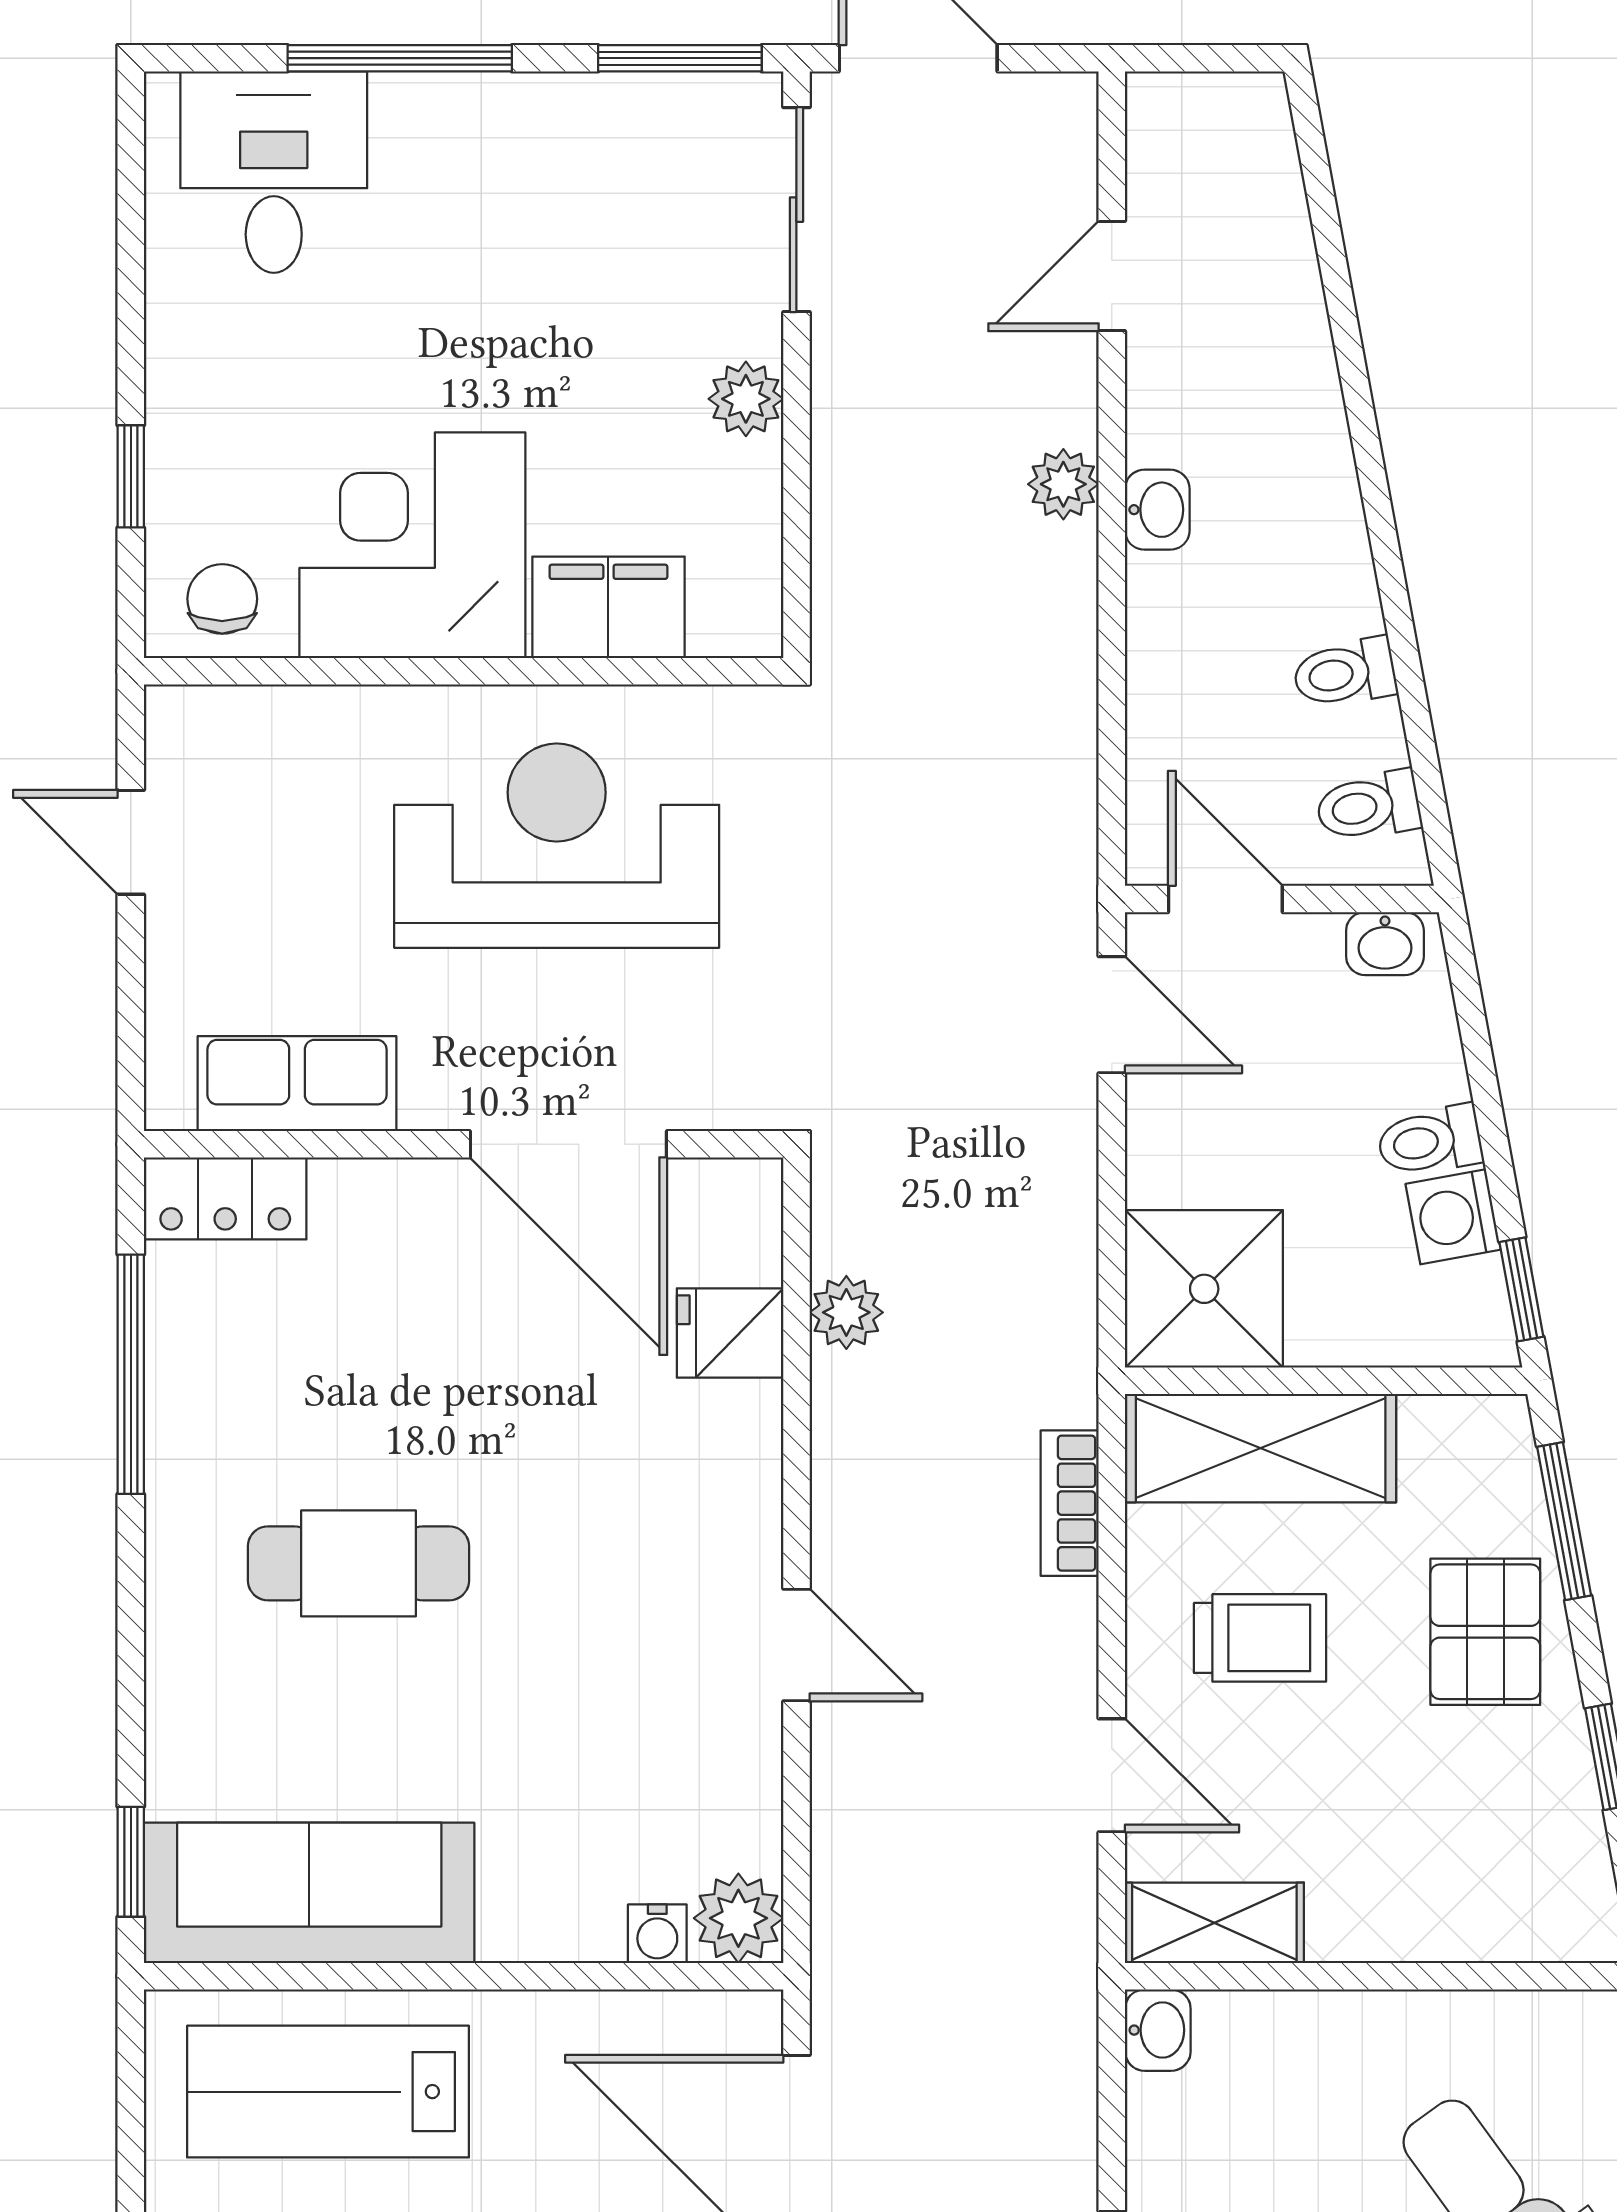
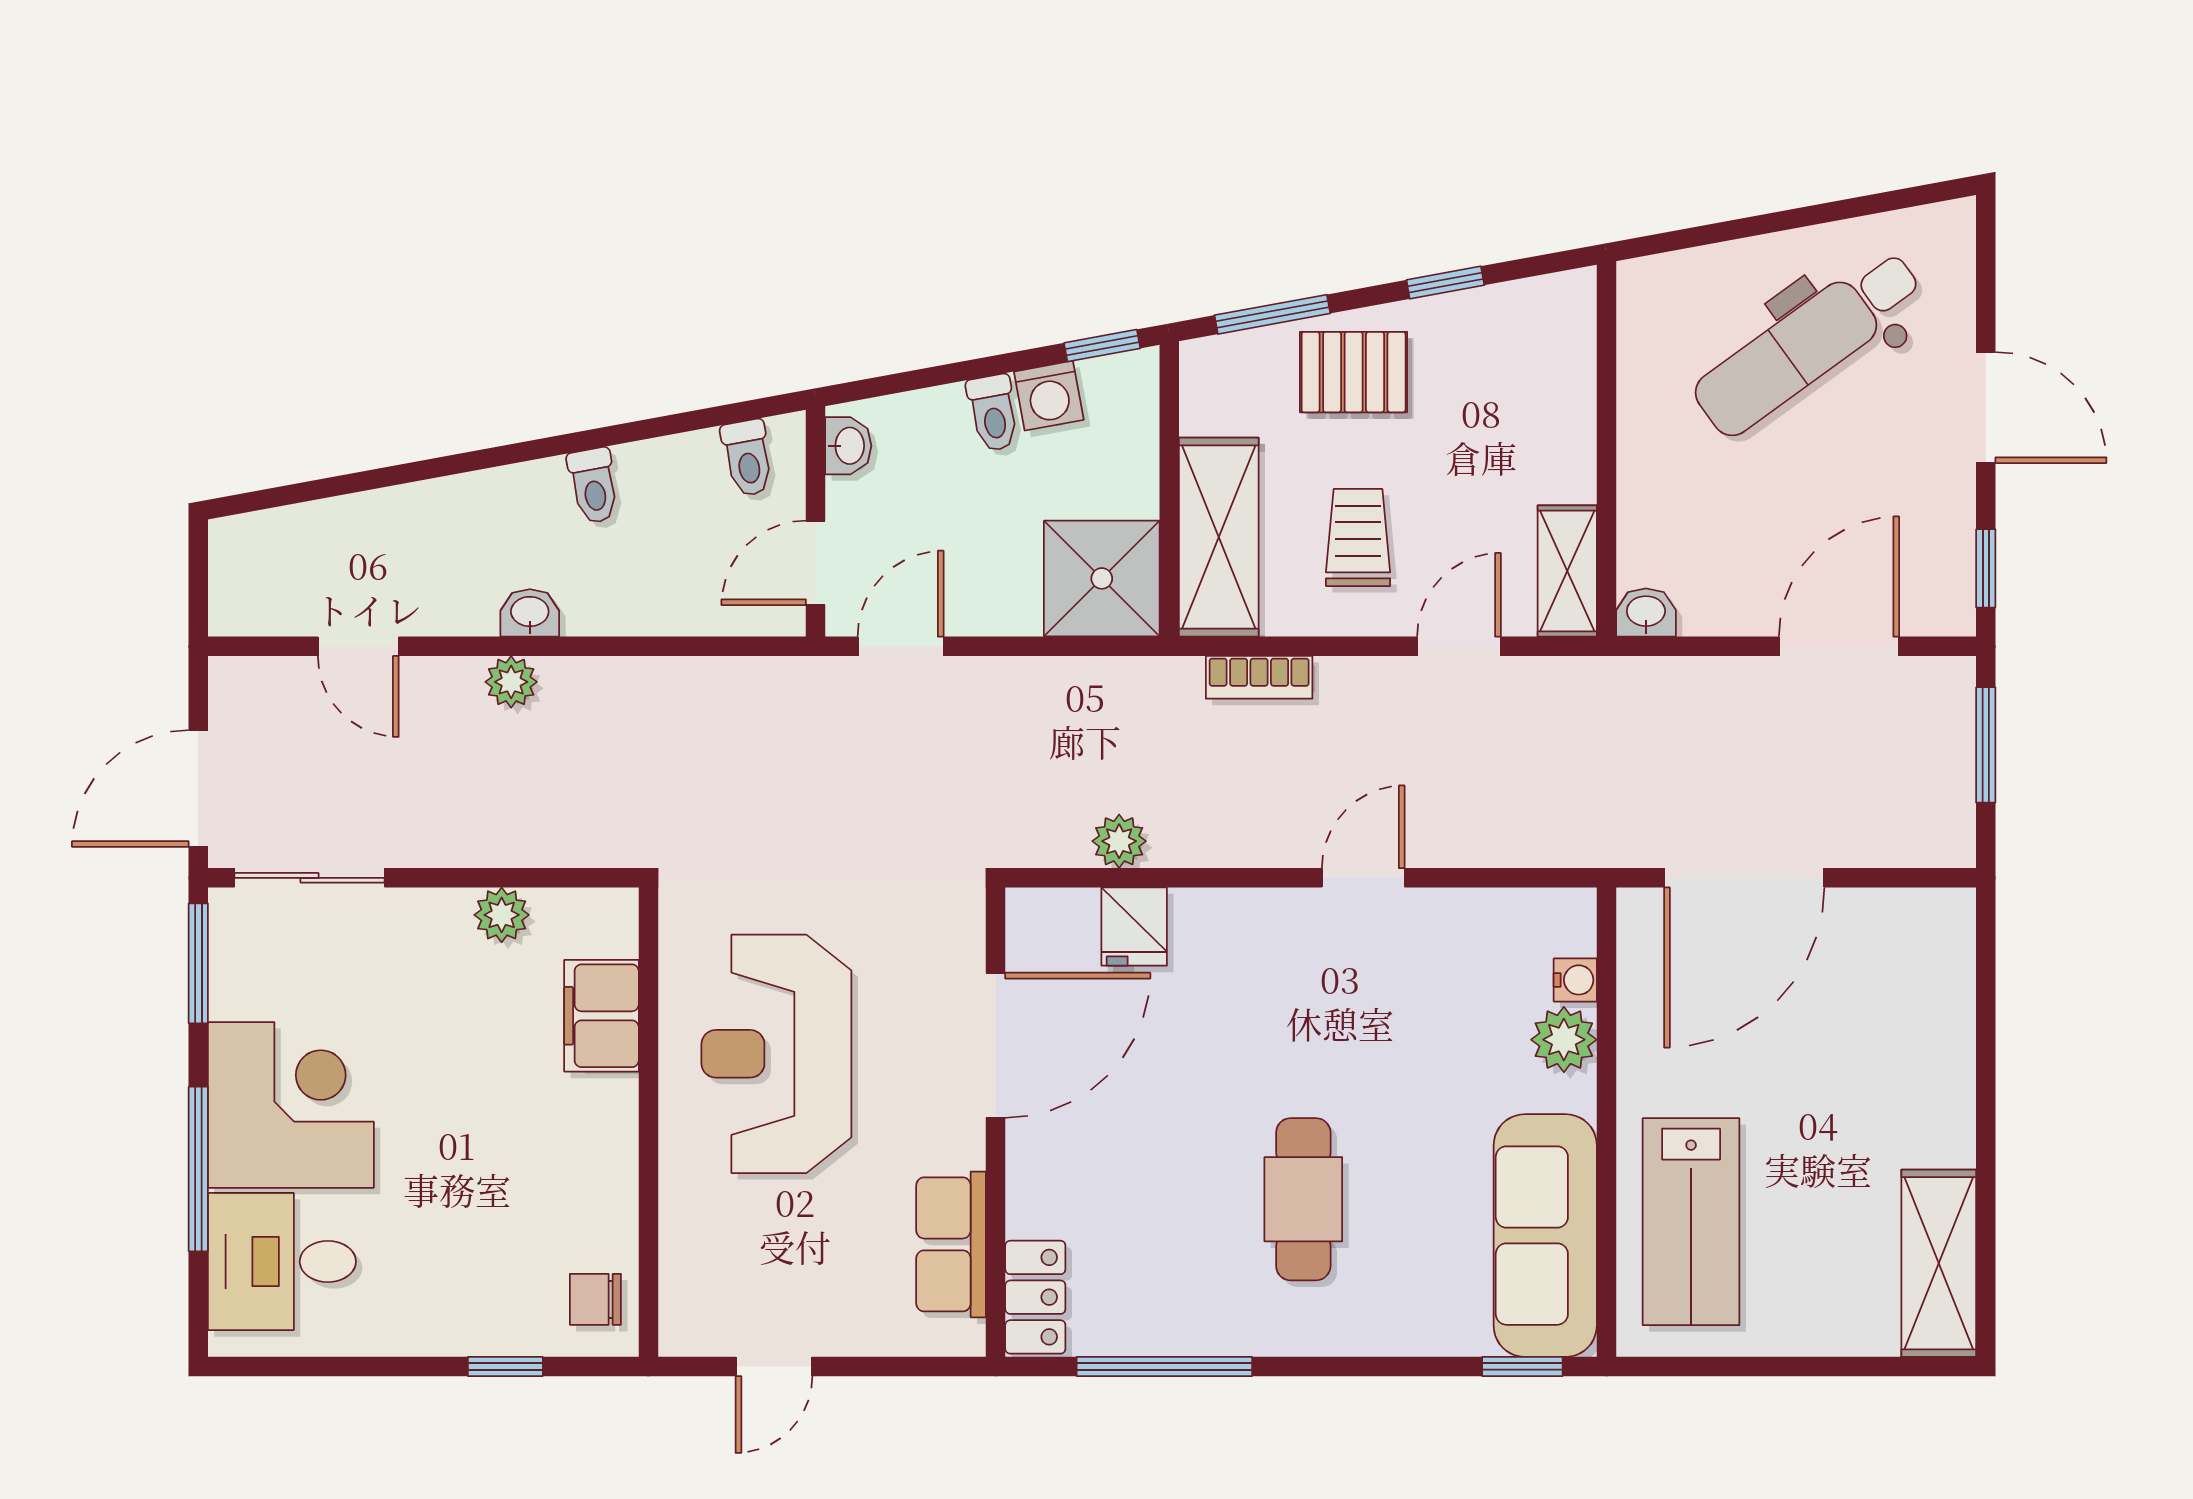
plant: (746, 399) -> (502, 915), moved
corner desk: (412, 545) -> (291, 1105), moved, turned 180
toilet: (1345, 673) -> (594, 486), moved
plant: (738, 1918) -> (1564, 1040), moved

